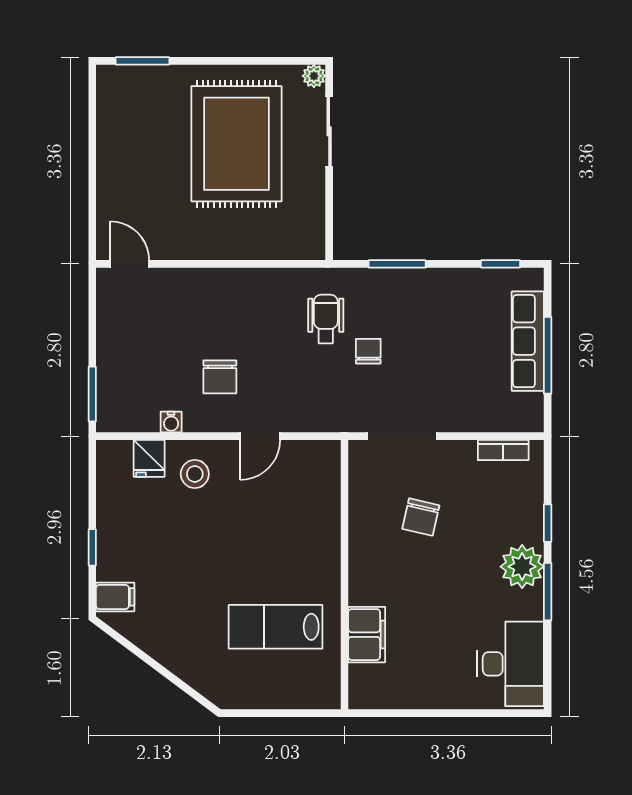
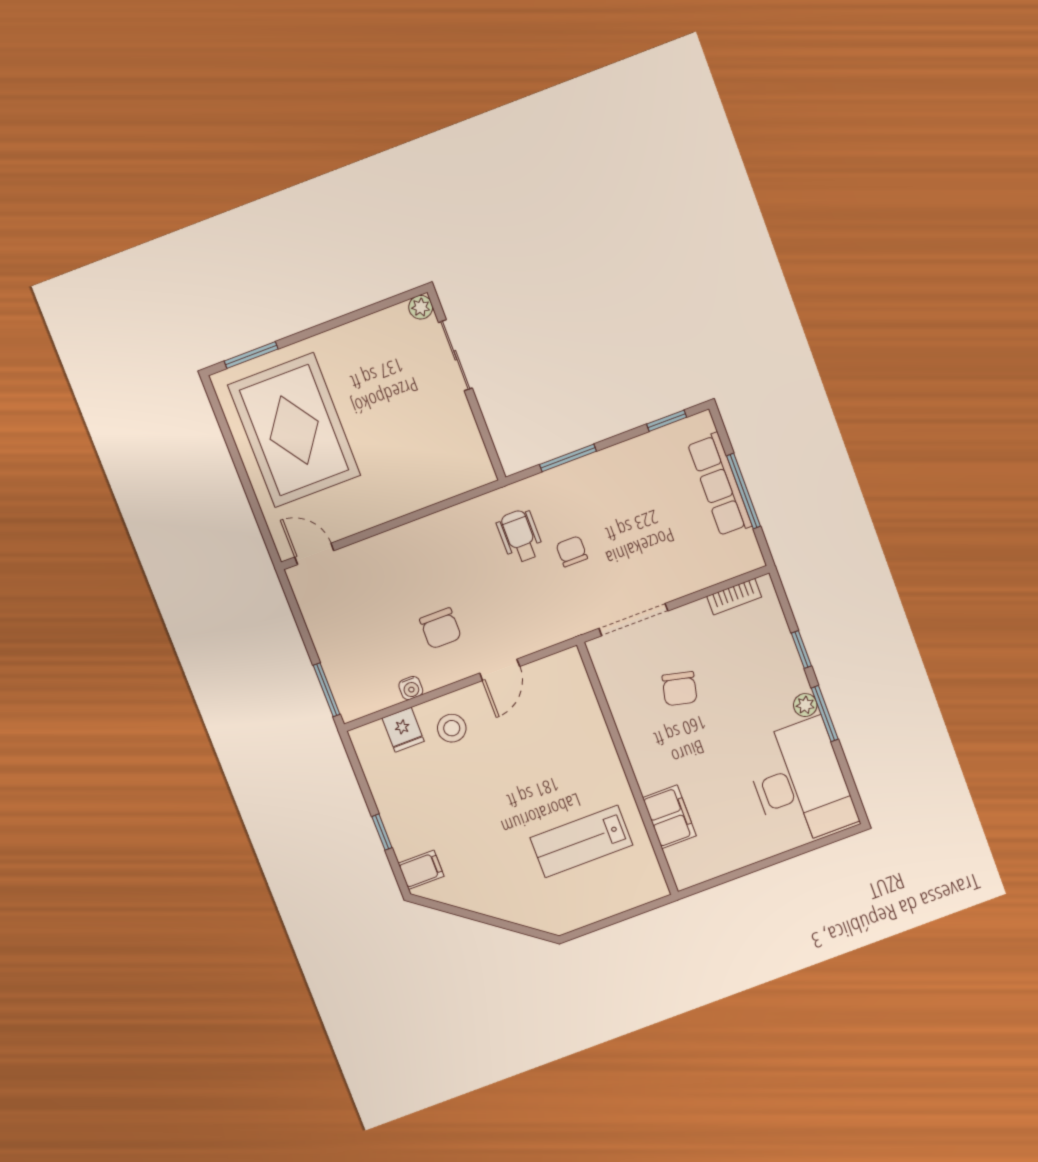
rug: (237, 144) -> (294, 430), moved
plant: (522, 567) -> (805, 705), width x0.53, depth x0.53
desk: (511, 664) -> (800, 783), width x1.36, depth x1.30

